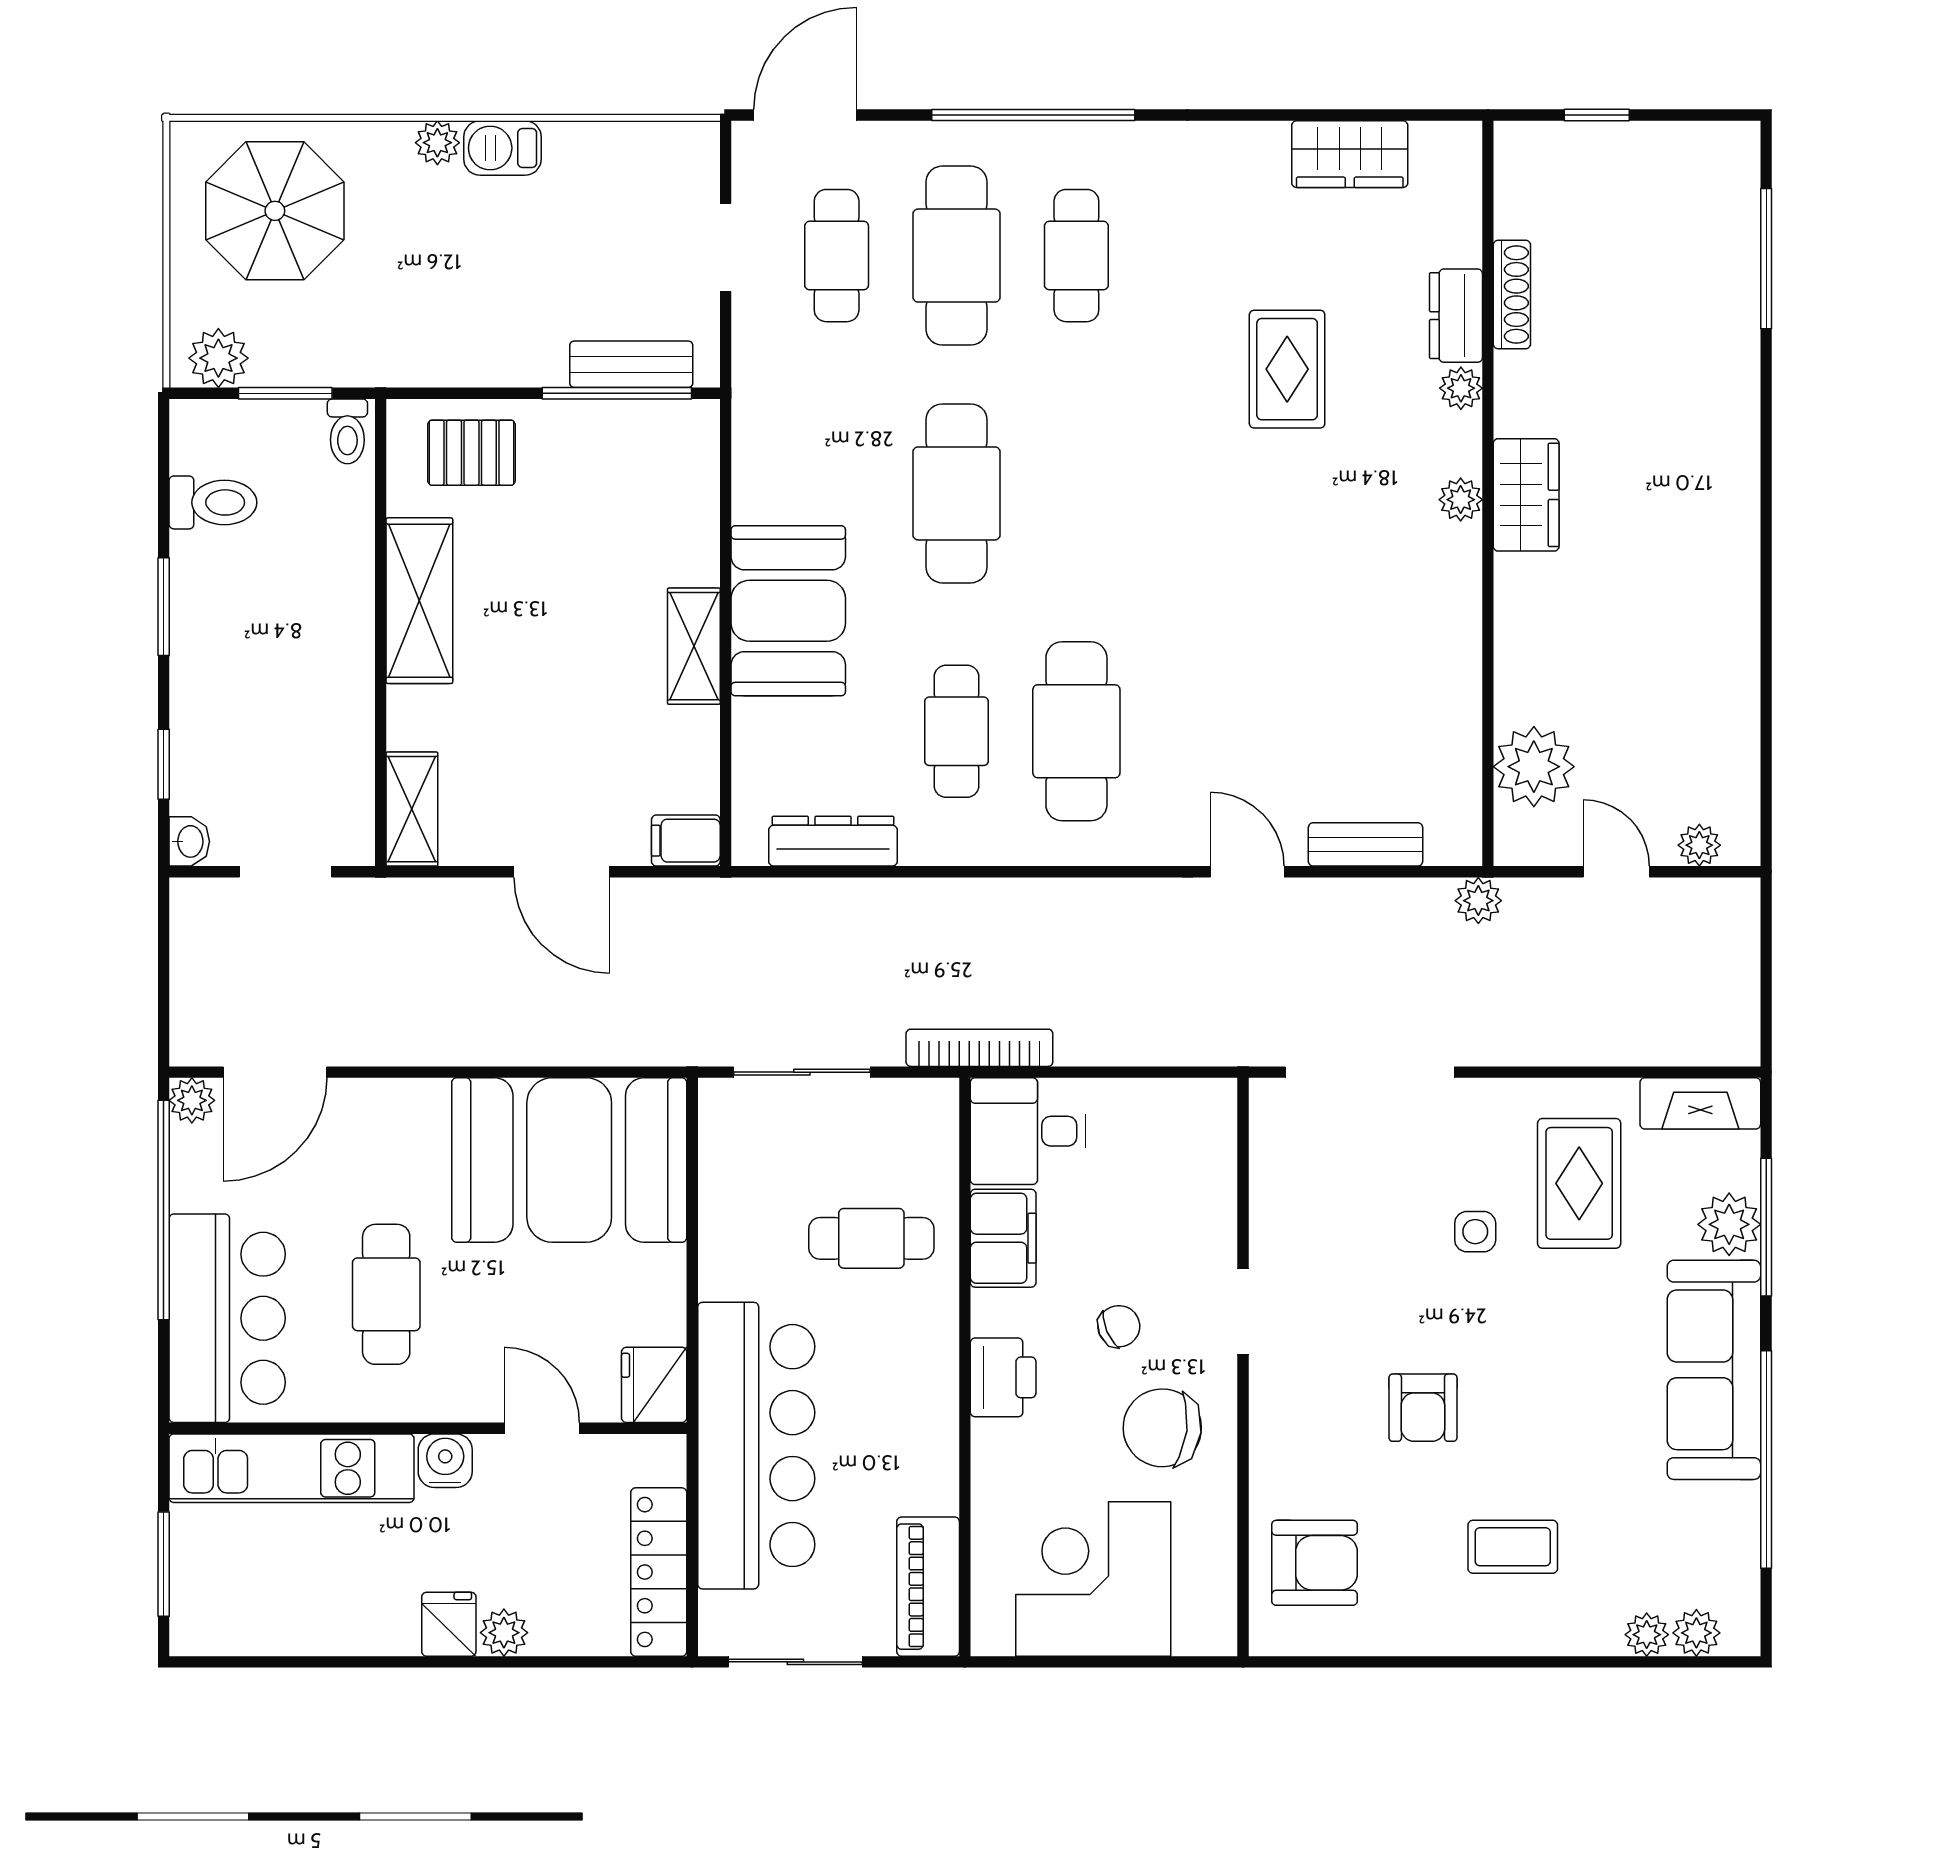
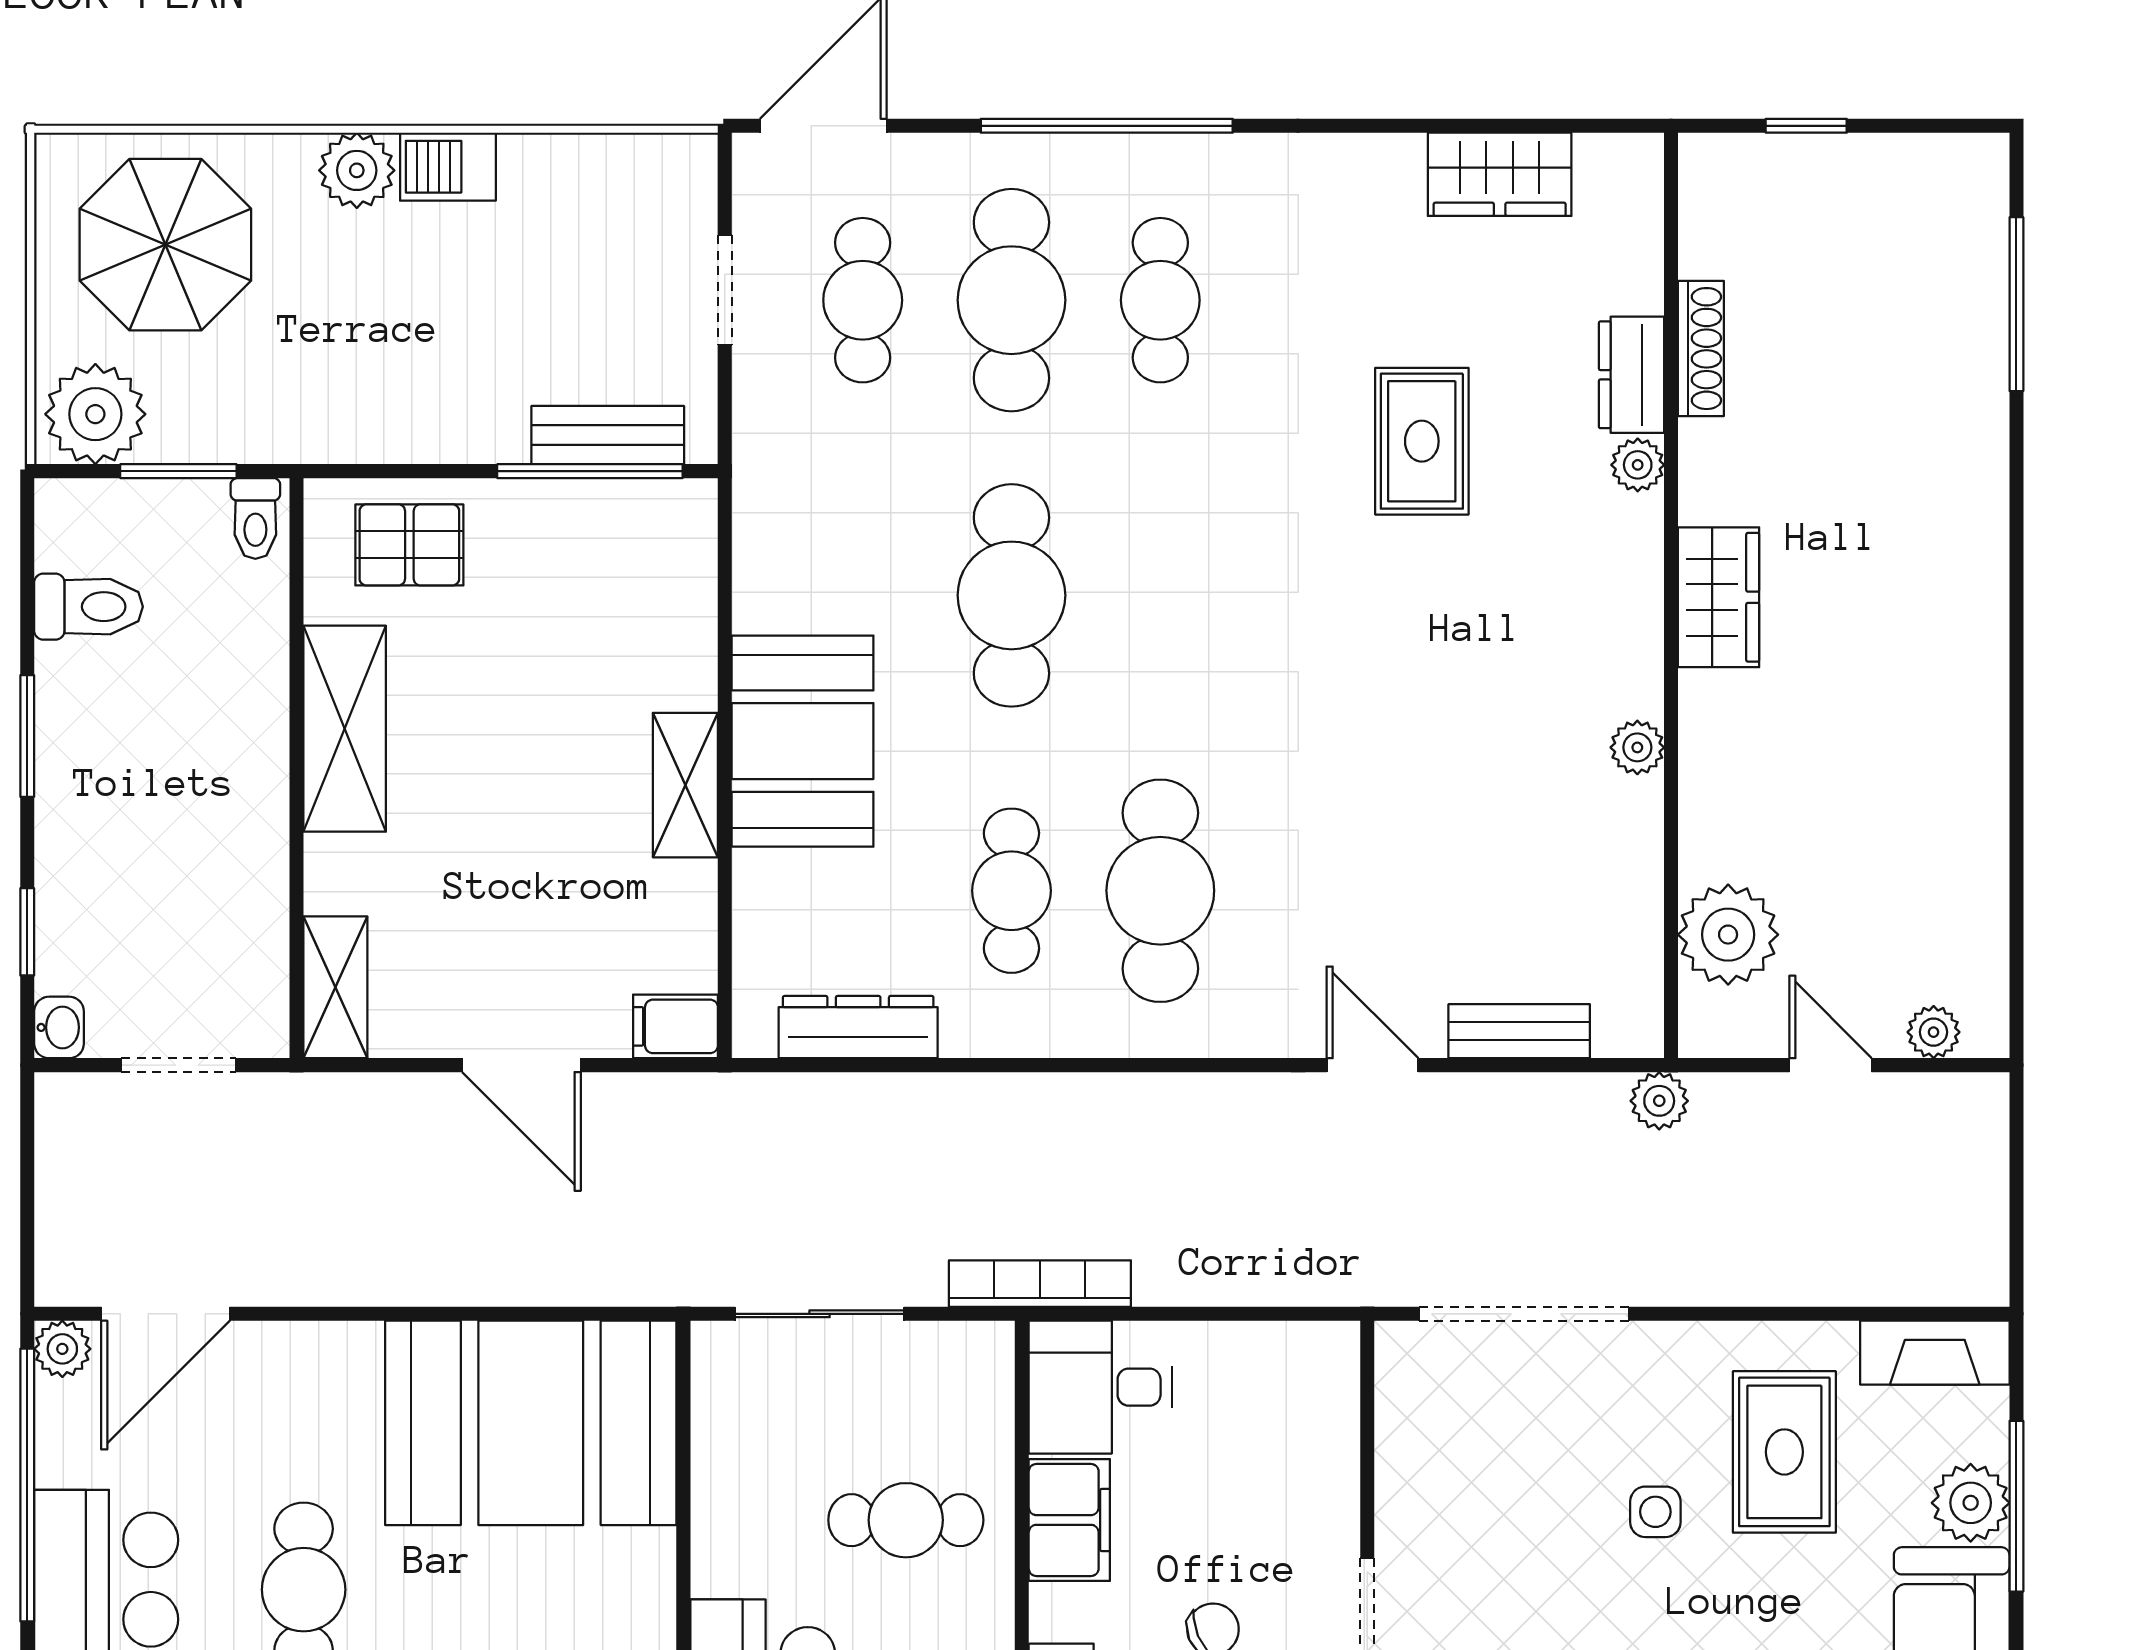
plant: (437, 143) -> (357, 170), width x1.38, depth x1.38
plant: (218, 358) -> (95, 414), width x1.36, depth x1.36
plant: (1461, 500) -> (1637, 747), moved

